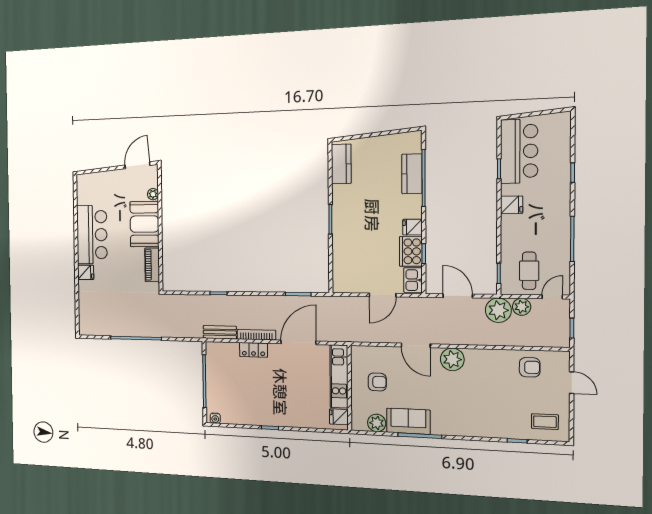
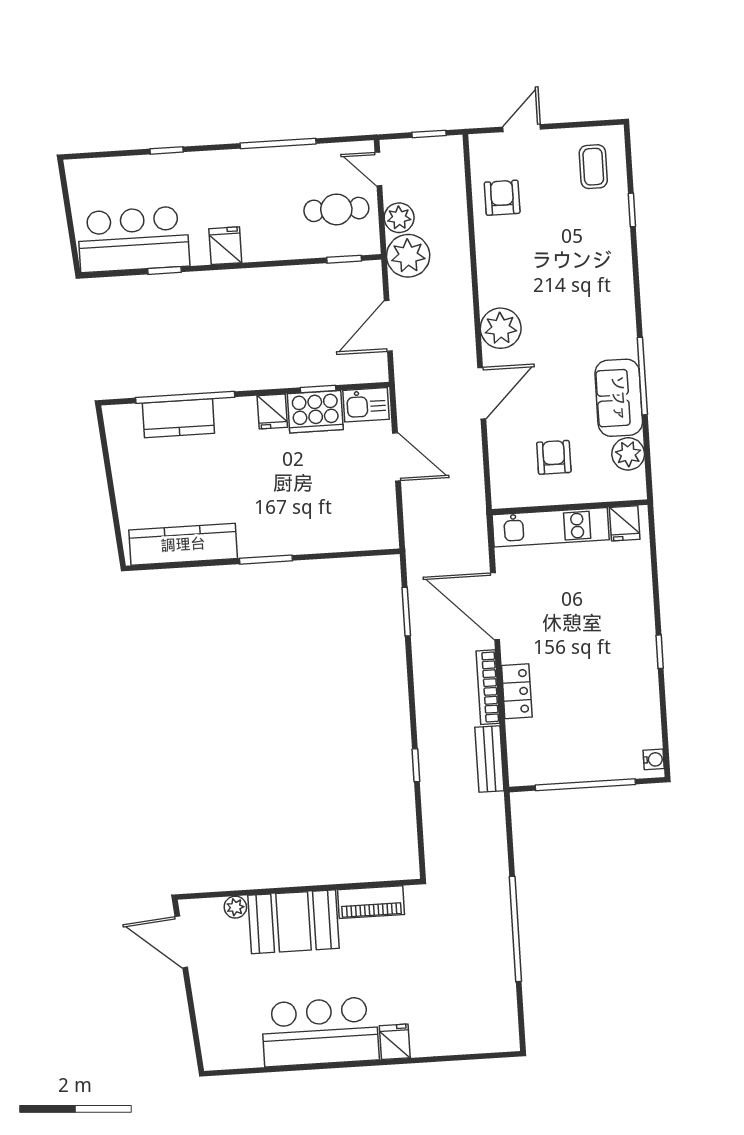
kitchen counter: (341, 164) -> (183, 544), width x1.50

